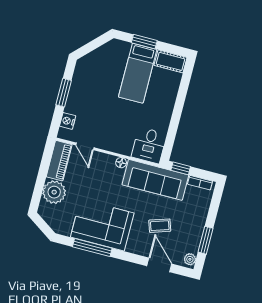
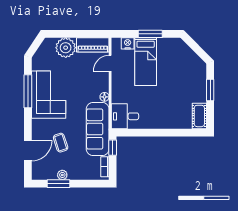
bed: (138, 73) -> (146, 62), moved, turned -90
plant: (190, 259) -> (62, 175), moved

